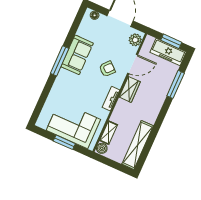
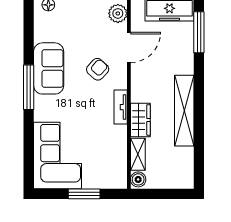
window: (176, 84) -> (199, 32), moved
wardrobe: (130, 89) -> (140, 120), moved
corner sofa: (73, 125) -> (58, 155), moved, turned 90
shelving: (138, 145) -> (184, 111), moved

